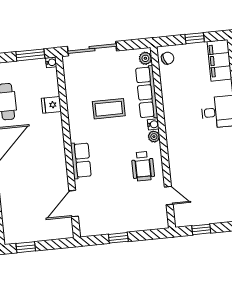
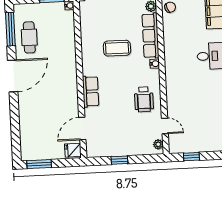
fridge: (51, 105) -> (73, 150), moved
plant: (154, 137) -> (158, 144), moved
window: (26, 247) -> (39, 164), width x1.50

